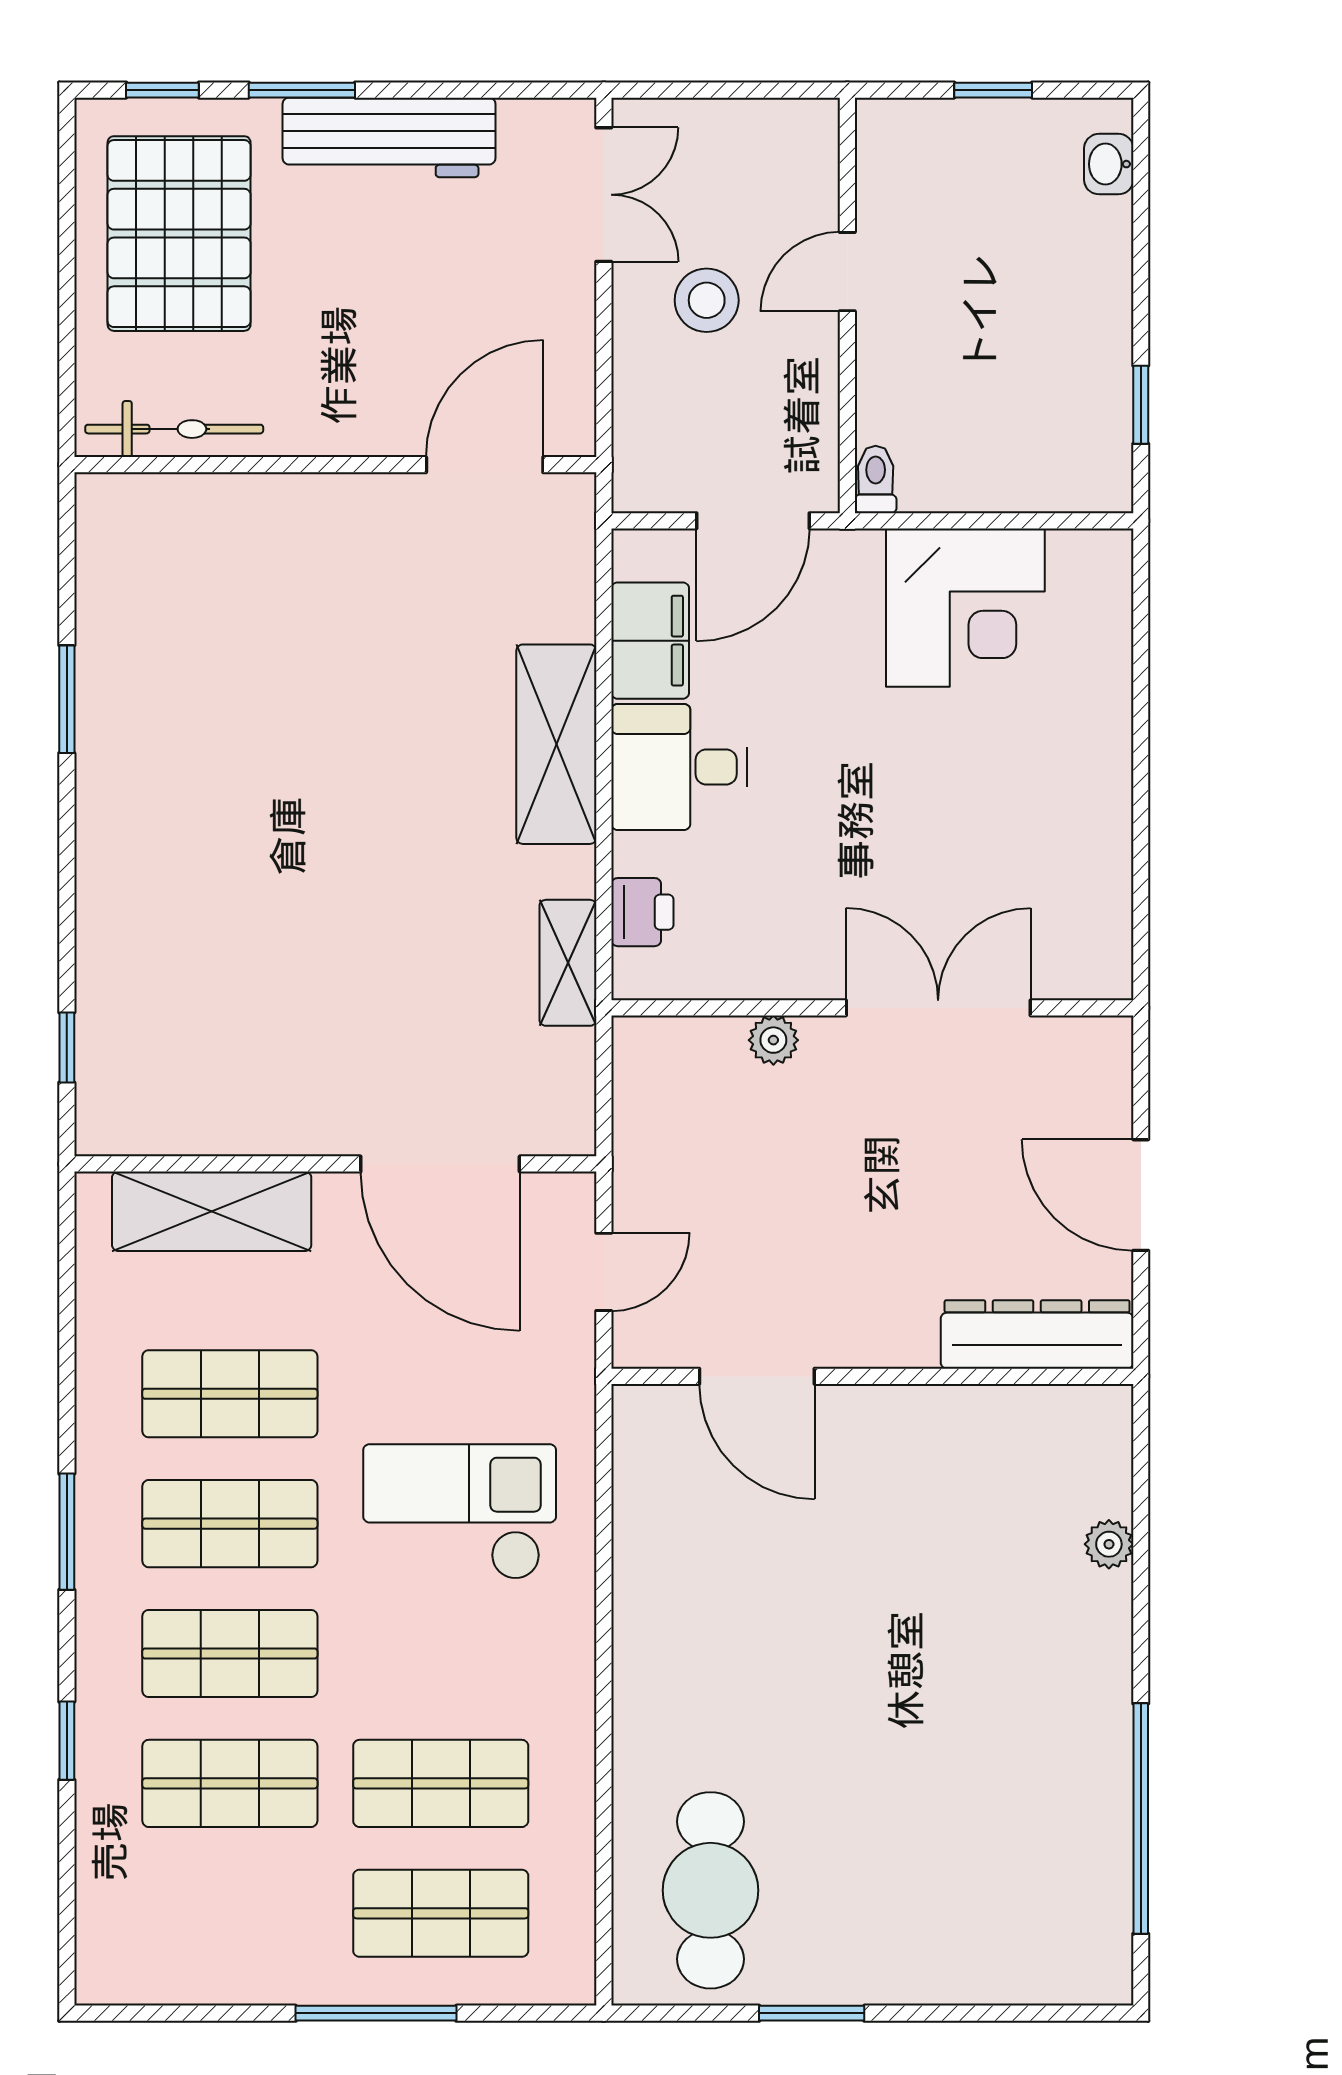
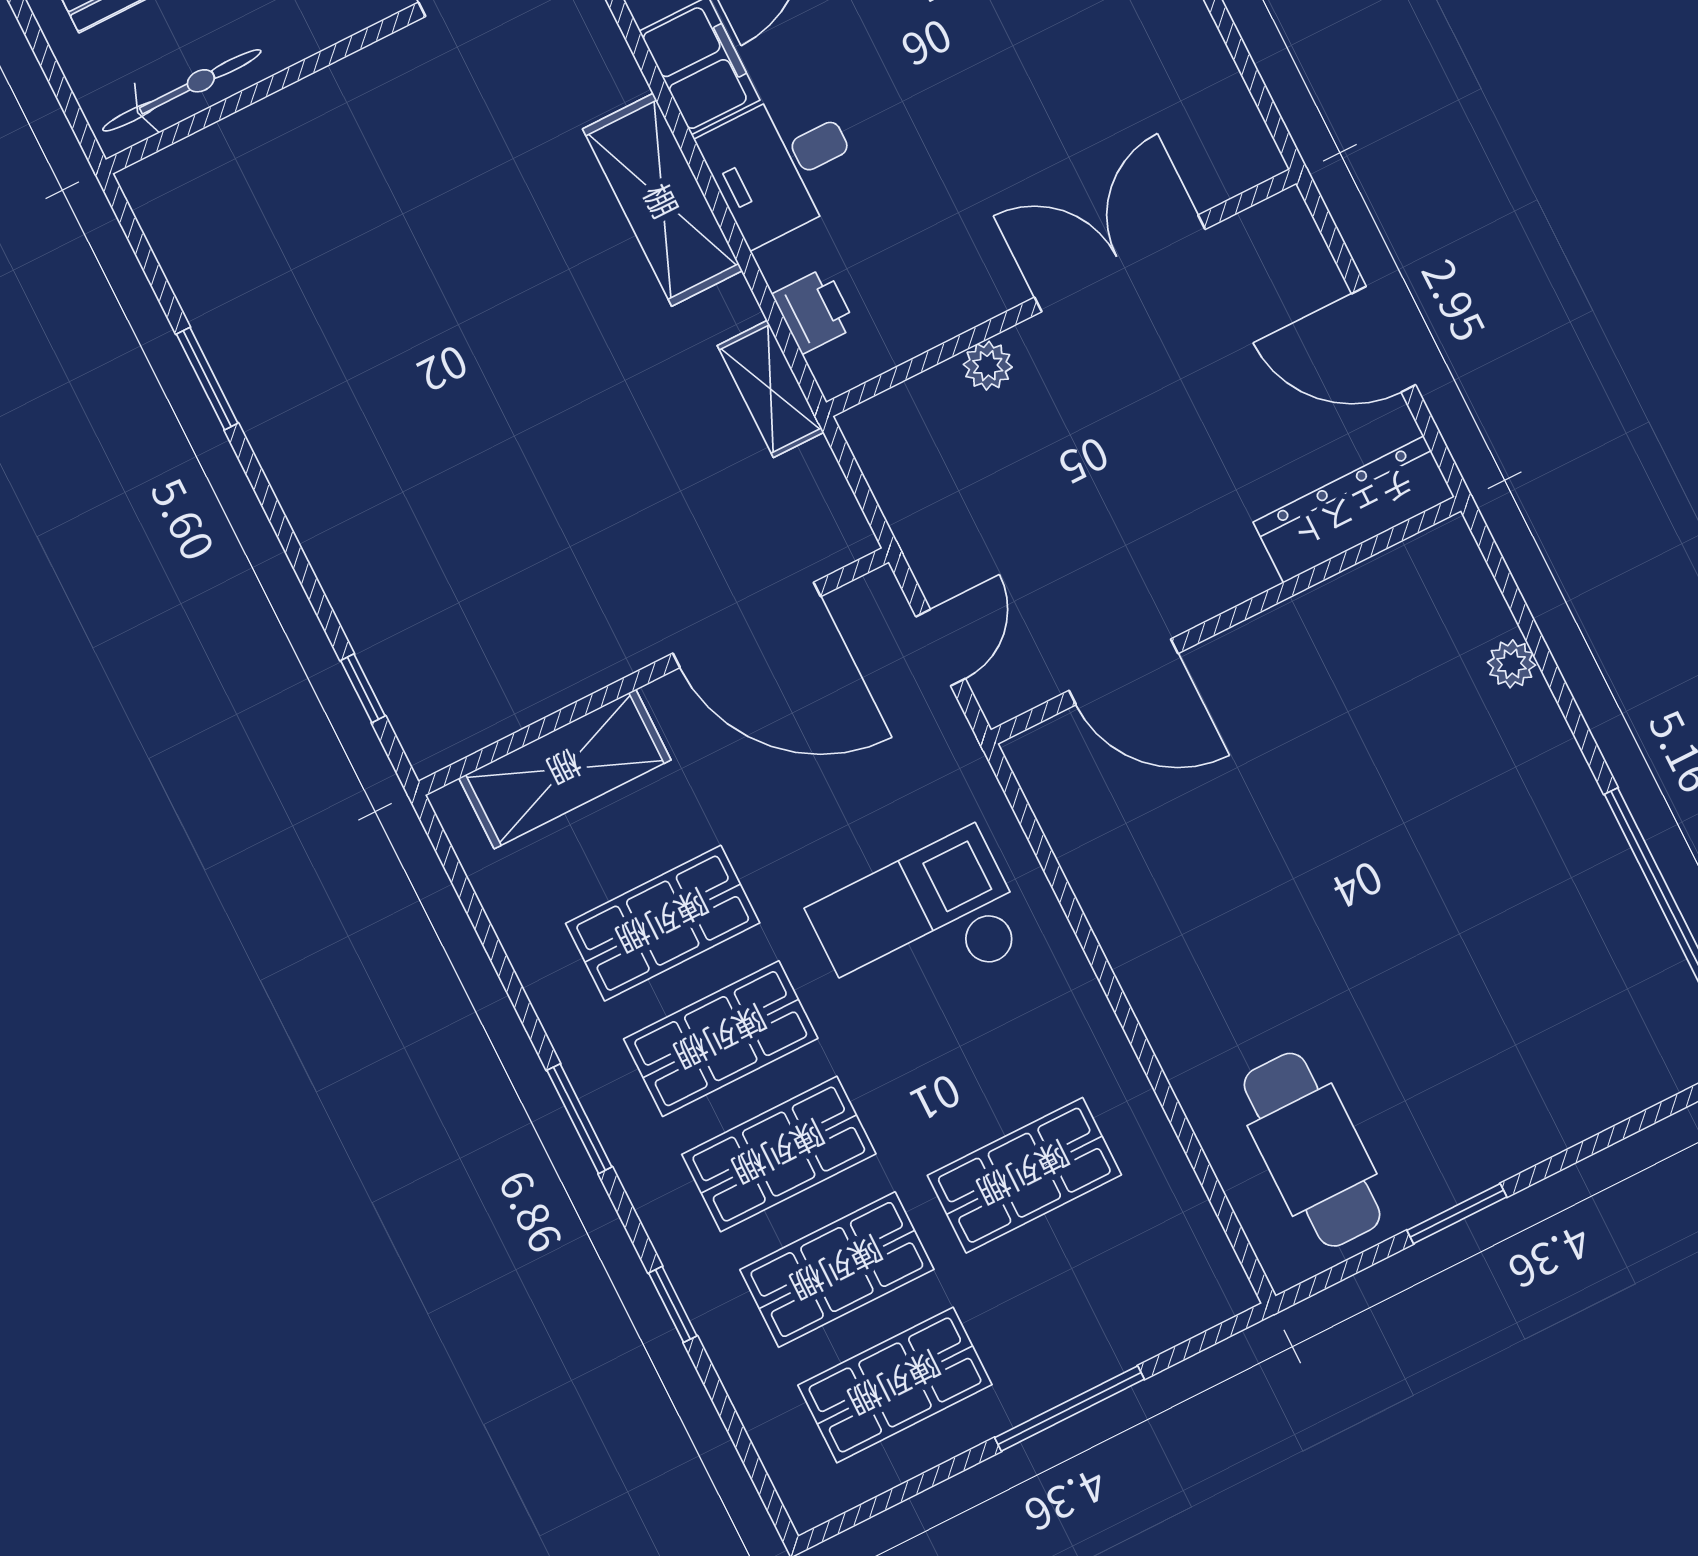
shop shelf: (441, 1913) -> (895, 1385), moved

